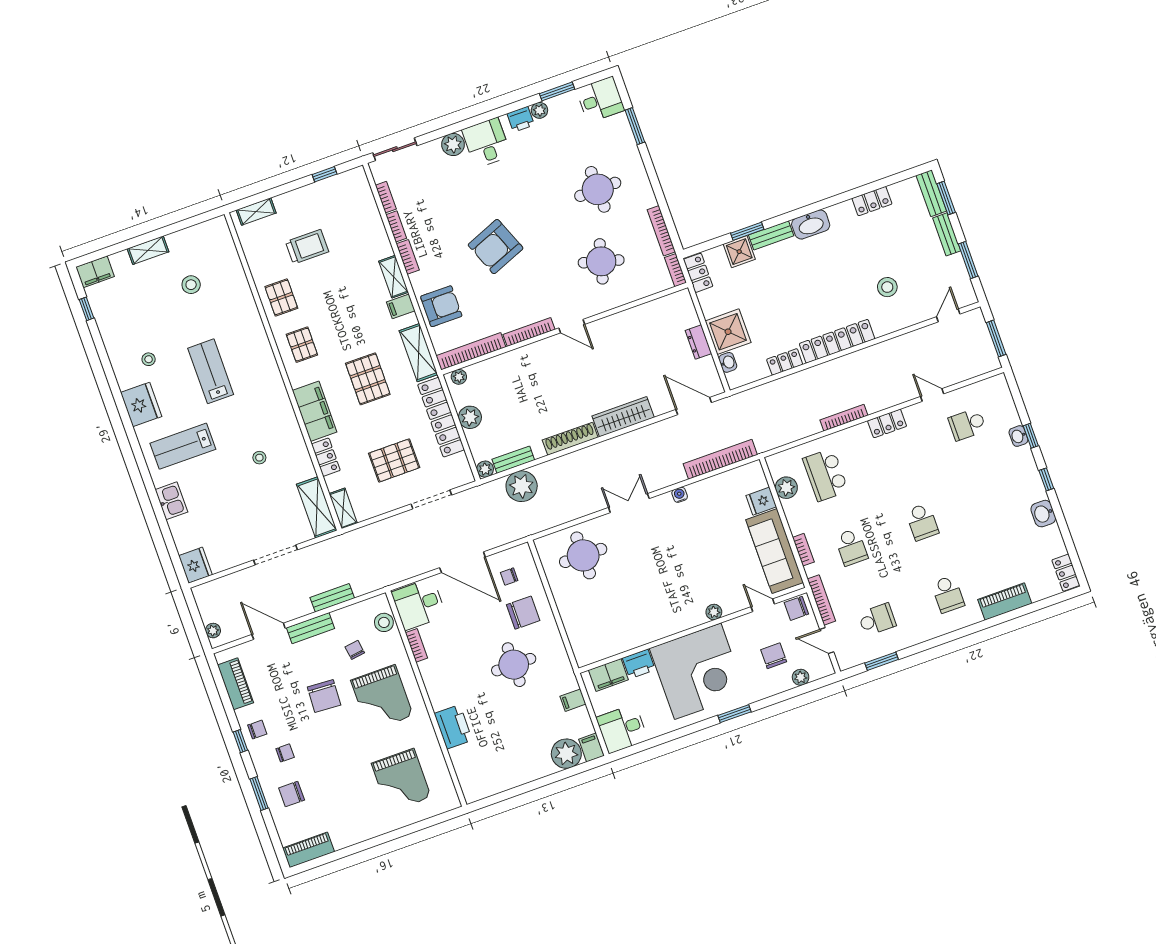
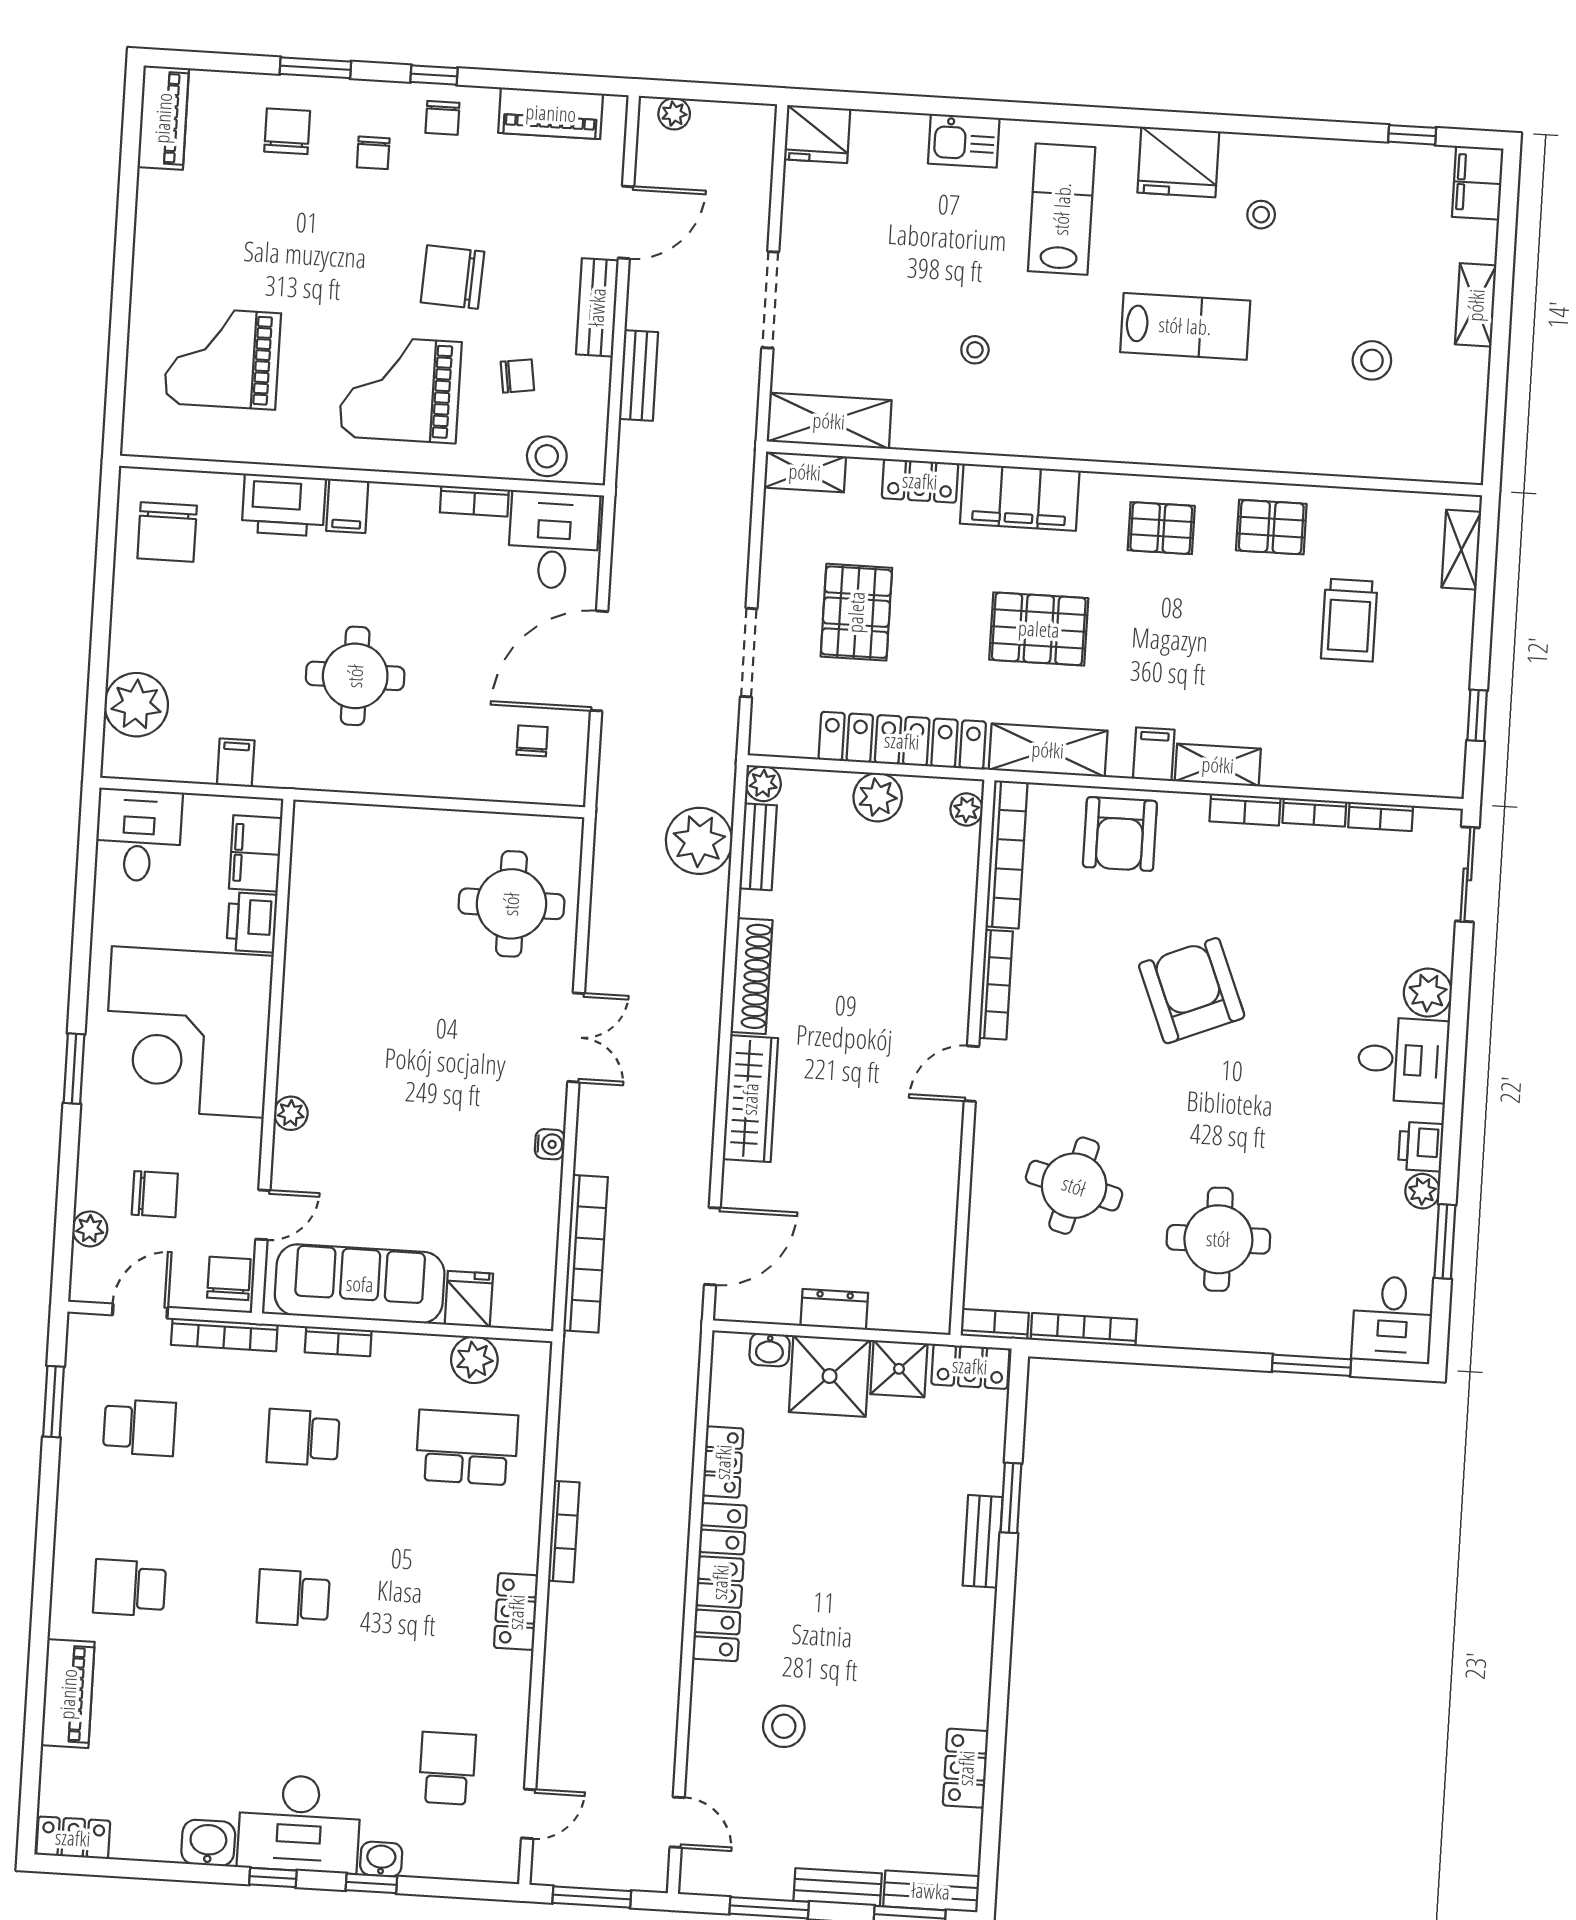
washbasin: (811, 224) -> (971, 1628), removed
shower: (739, 252) -> (899, 1369), moved
door: (932, 395) -> (529, 1814), moved
desk: (1018, 478) -> (299, 1824), added
chair: (523, 613) -> (167, 532), moved
school desk: (877, 619) -> (139, 1428), turned -90
filing cabinet: (591, 748) -> (347, 506), moved, turned 90

